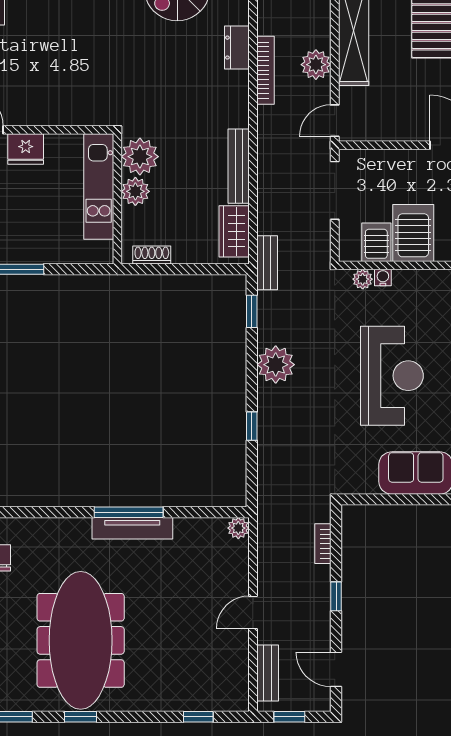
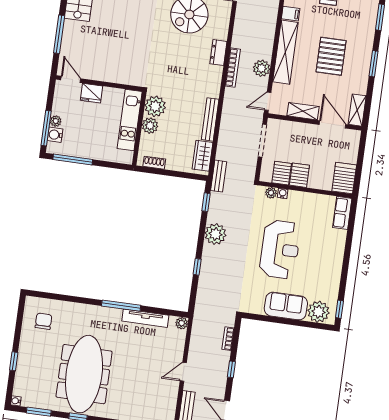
shelving: (398, 129) -> (303, 111), added
server rack: (413, 233) -> (299, 175), width x0.73, depth x0.70
tv unit: (132, 528) -> (145, 318), moved

